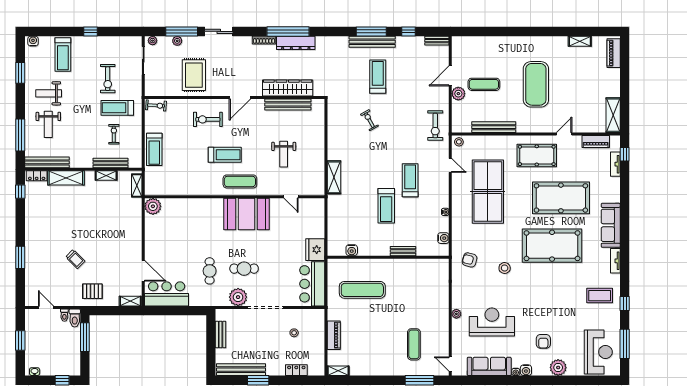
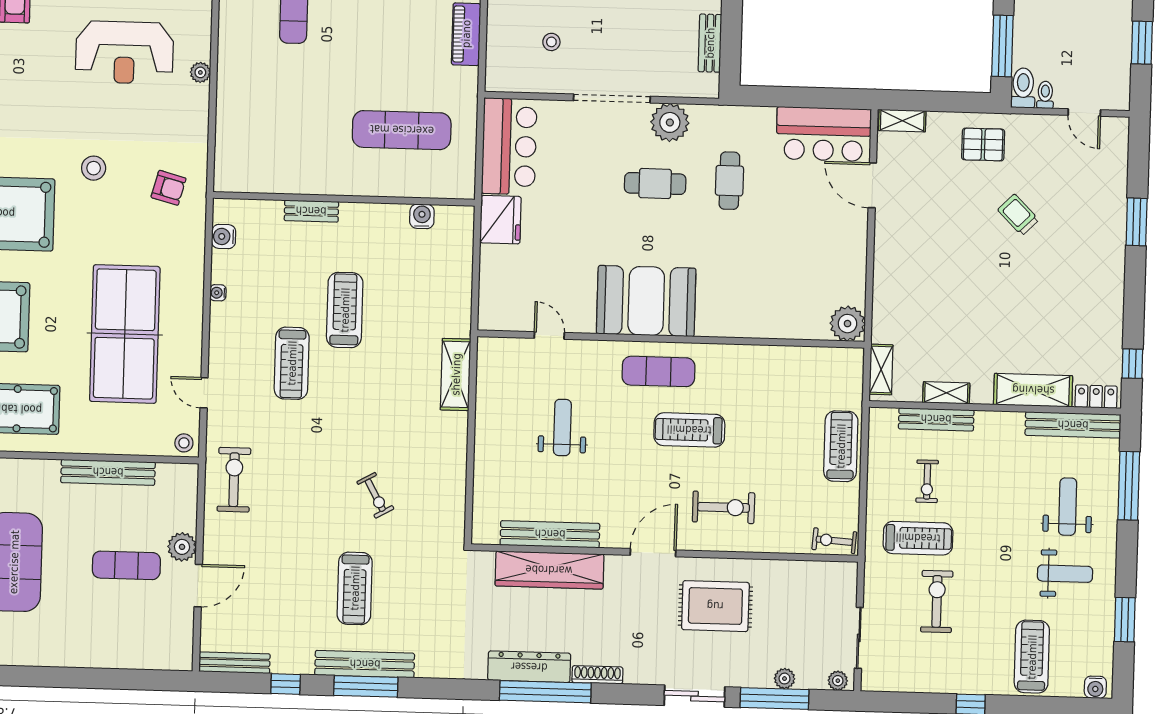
bench: (437, 41) -> (234, 663), width x1.36
rug: (194, 75) -> (715, 606), moved, turned 90

